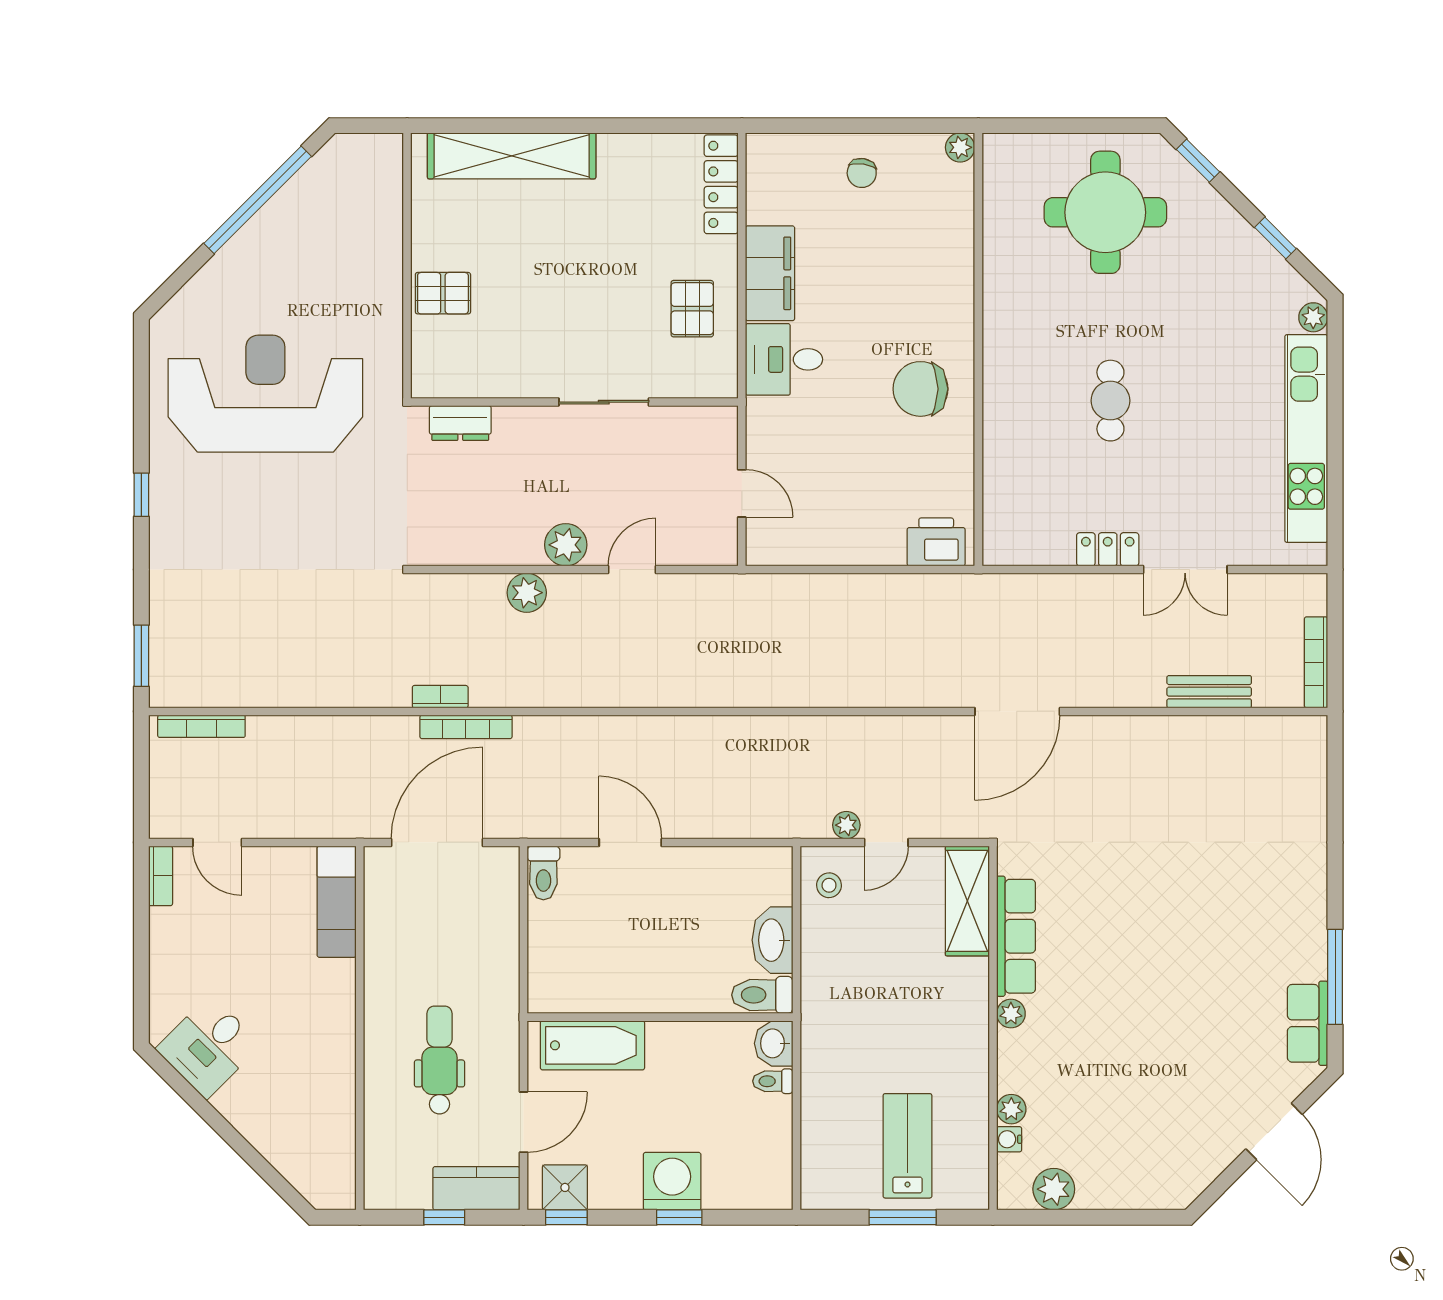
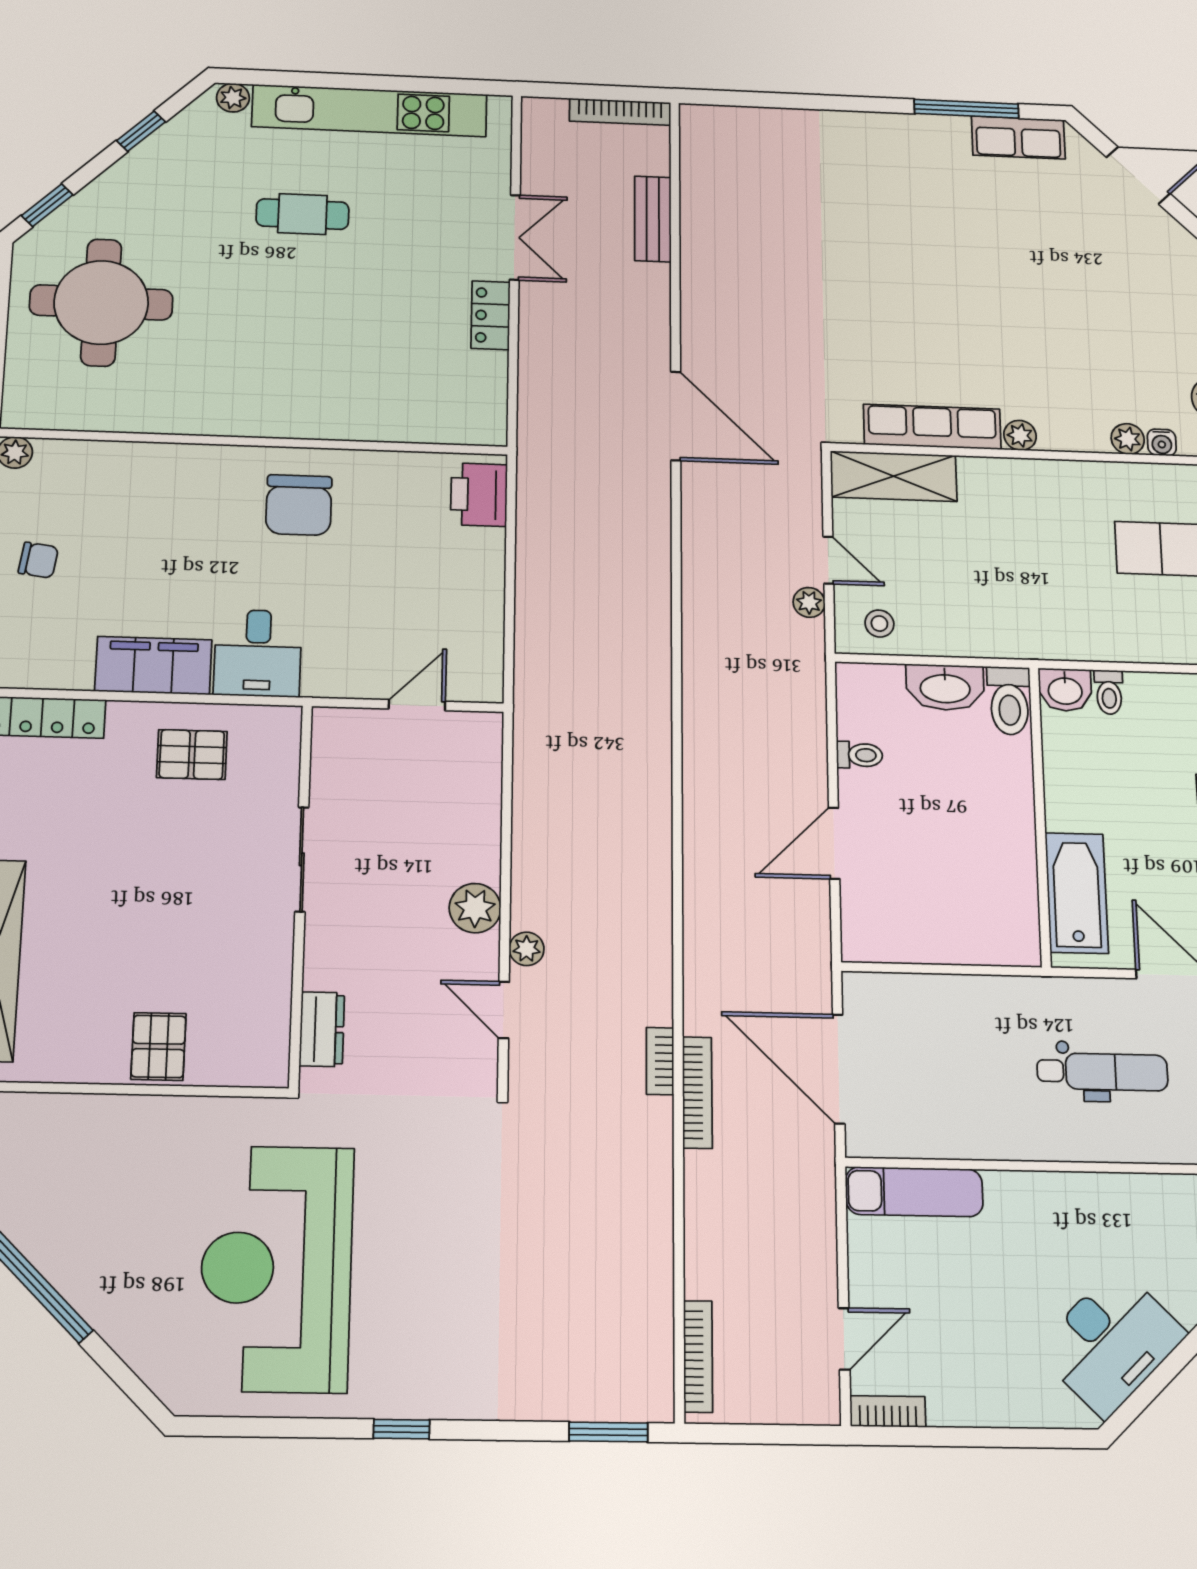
cafe table: (1110, 401) -> (302, 214), moved
door: (632, 570) -> (504, 1010), moved
plant: (527, 593) -> (527, 949), width x0.73, depth x0.73
bookcase: (466, 727) -> (697, 1093), moved
toilet: (543, 873) -> (860, 755), moved, width x0.73, depth x0.72
desk: (208, 1047) -> (1111, 1342), width x1.37
dental chair: (439, 1060) -> (1102, 1072), turned 180

